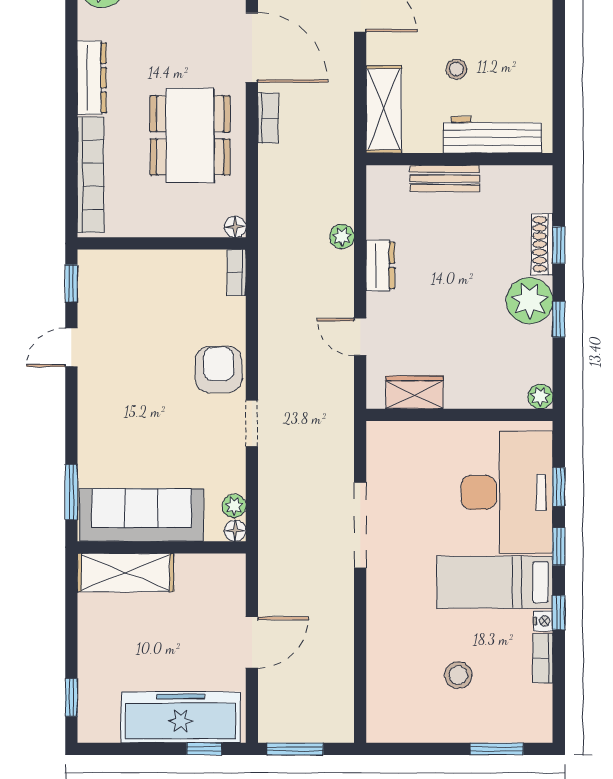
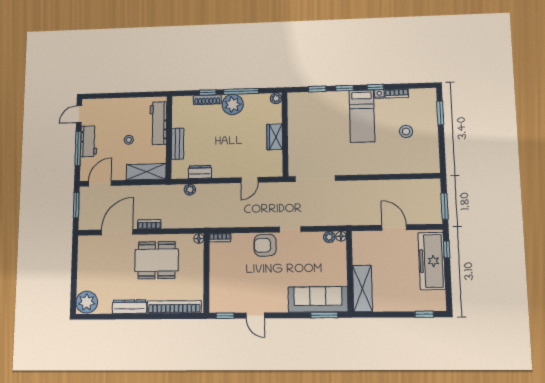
plant: (342, 237) -> (190, 190), moved
dresser: (380, 265) -> (200, 172), moved
window: (559, 319) -> (241, 91), width x2.17
wardrobe: (414, 392) -> (275, 137), moved
desk: (507, 492) -> (320, 112), removed
sofa: (142, 515) -> (318, 299), moved, turned 90
doorway: (360, 525) -> (315, 179), moved

